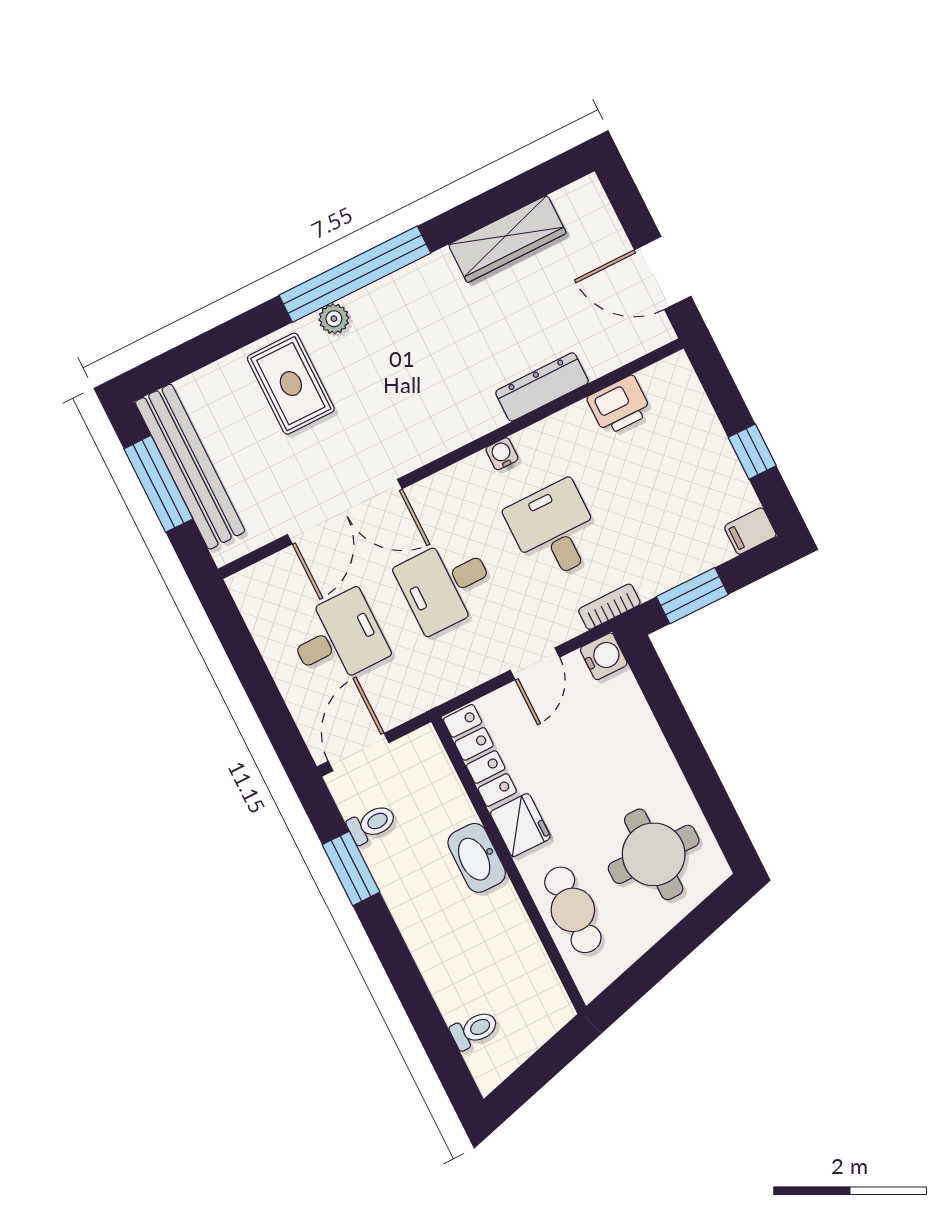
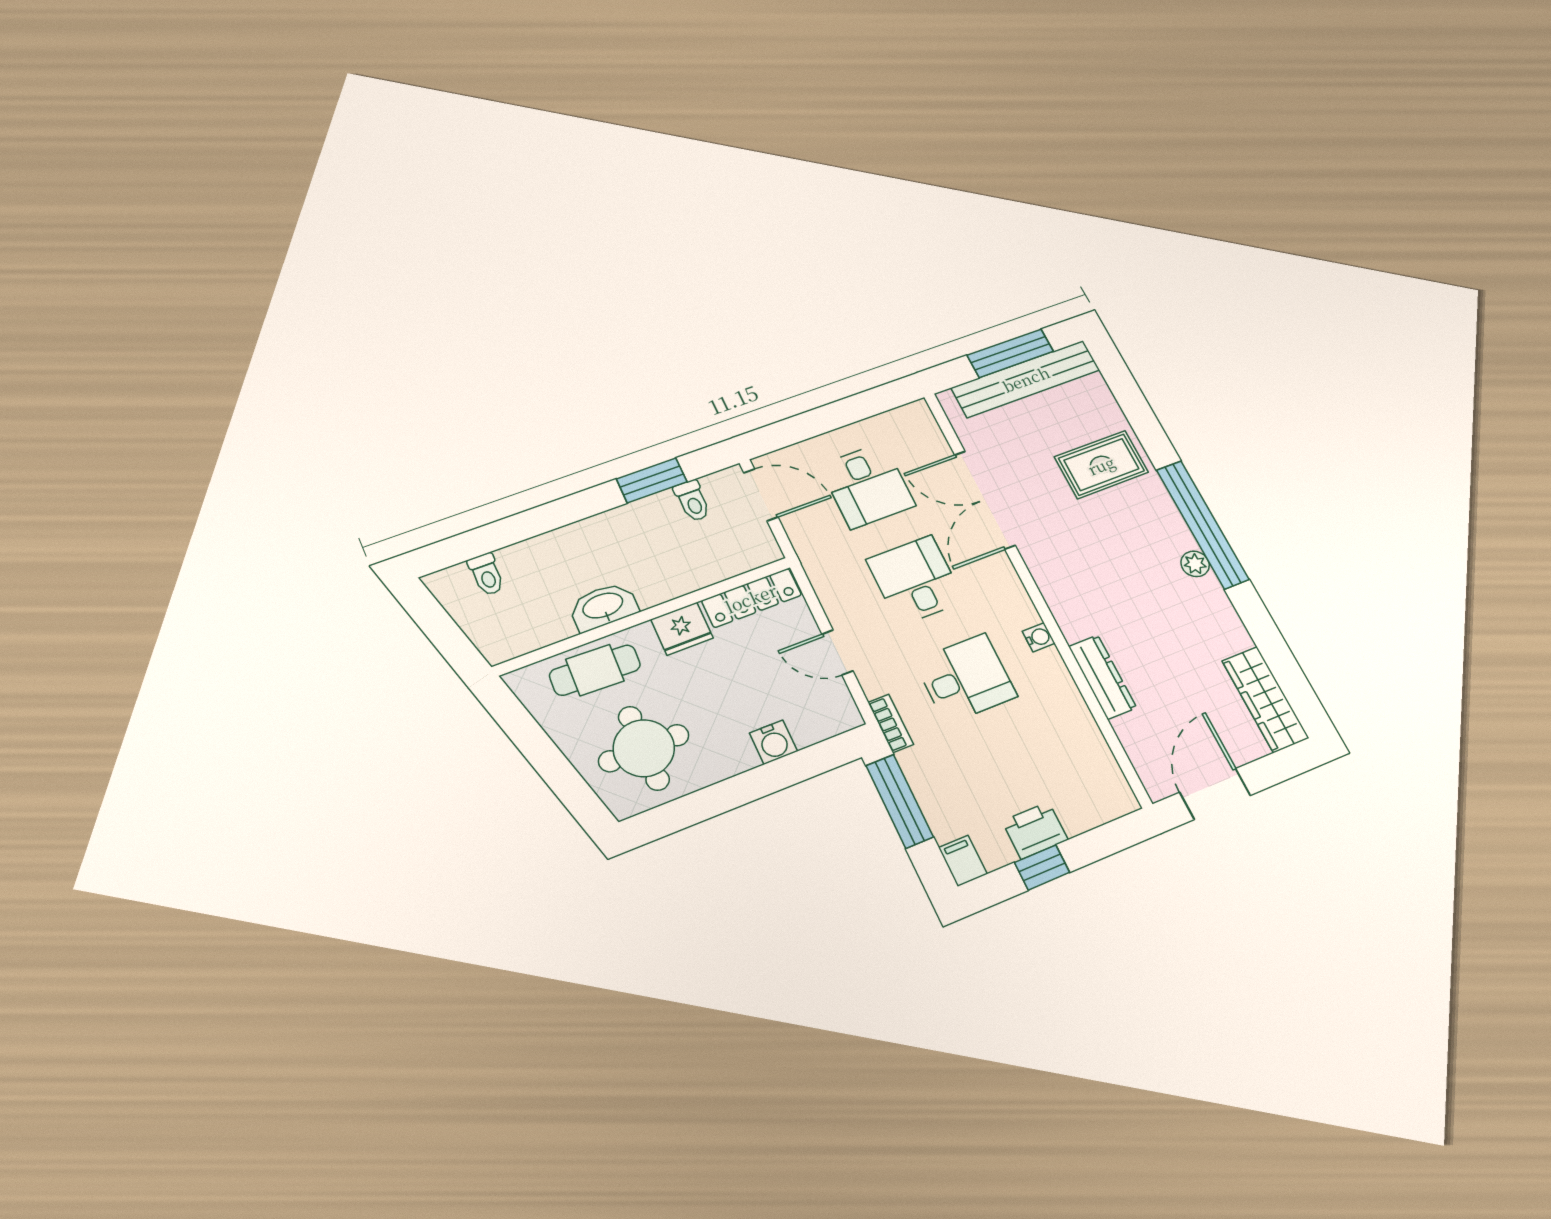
wardrobe: (507, 239) -> (1265, 699), moved
plant: (334, 319) -> (1195, 564), moved
printer: (619, 405) -> (1035, 830), moved, turned 90
window: (692, 596) -> (900, 801), width x1.44
water cooler: (604, 656) -> (773, 742), moved
washbasin: (477, 858) -> (603, 606), moved

